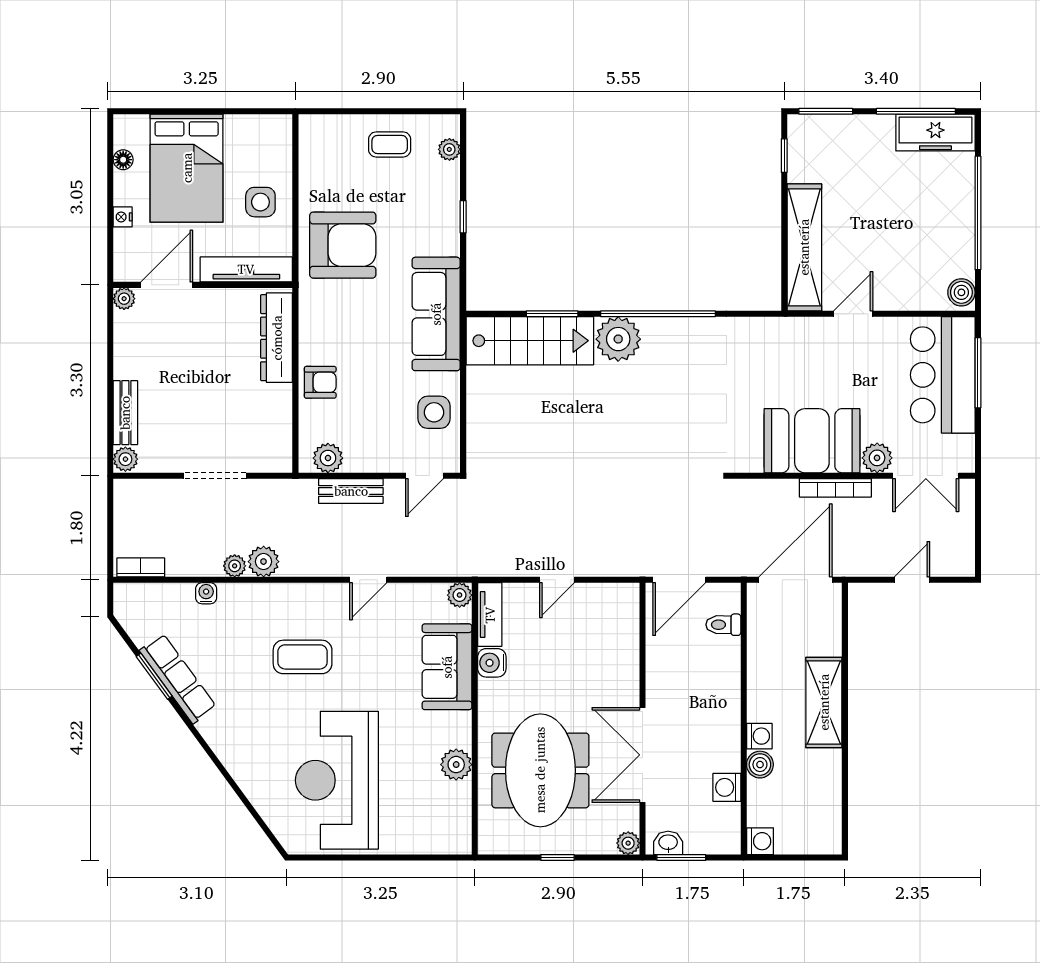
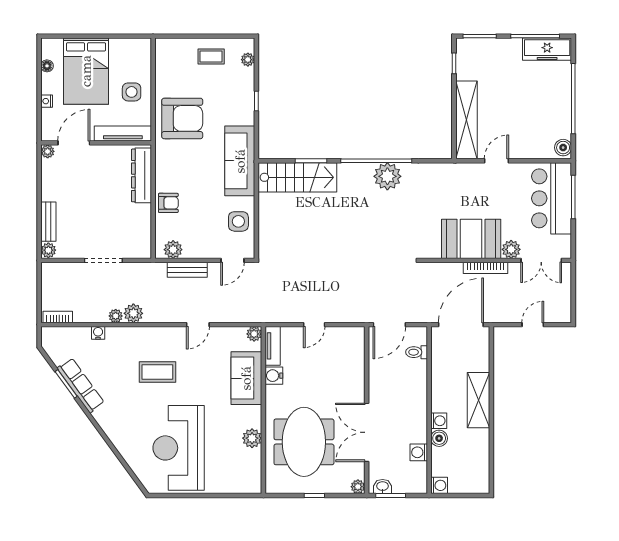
plant: (618, 339) -> (387, 176), moved

